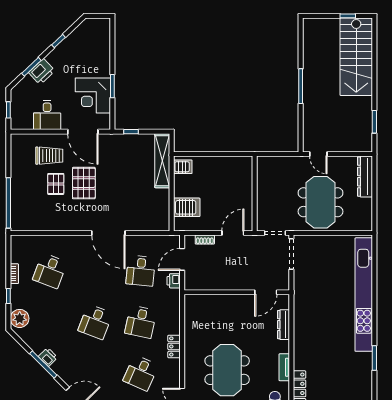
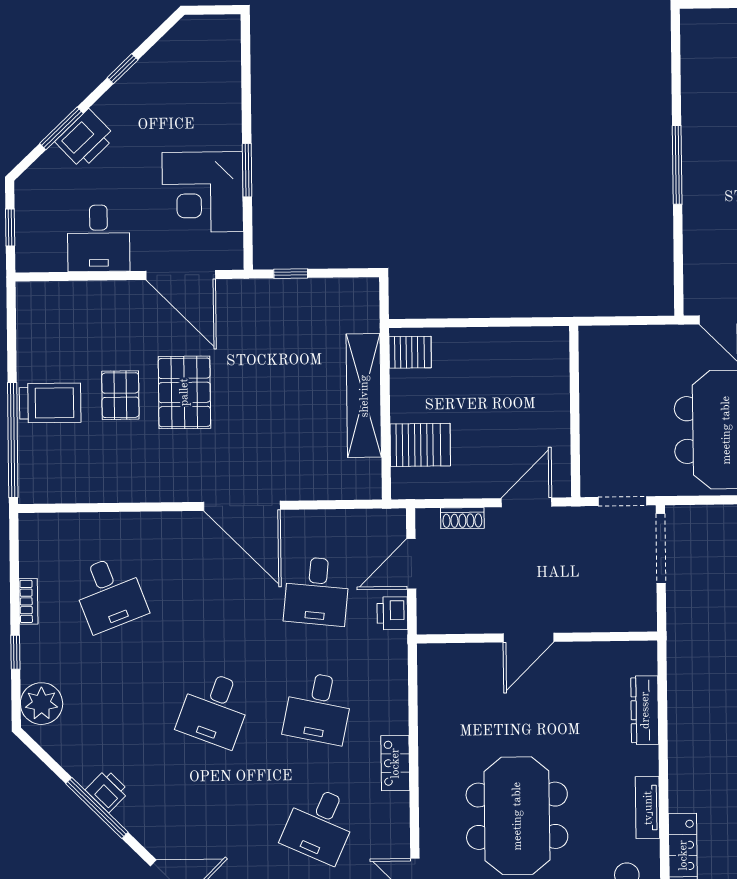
trolley: (49, 156) -> (50, 403), moved
shelving: (162, 161) -> (364, 396), moved
desk: (50, 271) -> (109, 594), turned -42
door: (266, 292) -> (528, 638), moved

